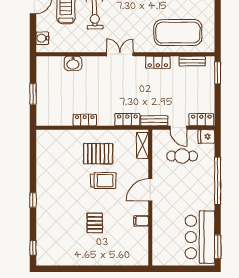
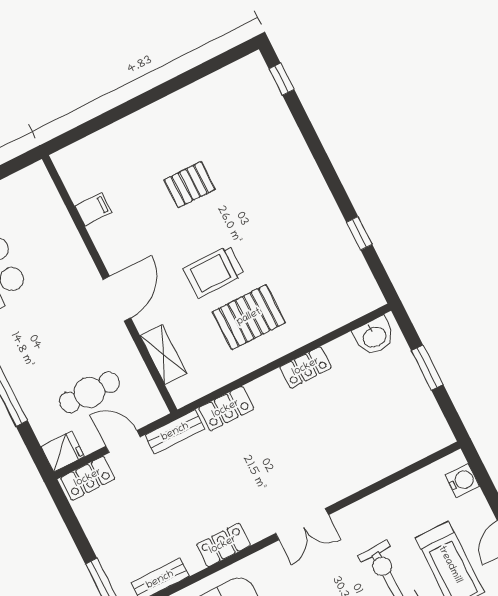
washbasin: (73, 63) -> (374, 336), moved, turned 180
shelving: (142, 145) -> (163, 354), moved
window: (33, 200) -> (359, 233), moved
filing cabinet: (141, 221) -> (93, 209), moved
pallet: (95, 223) -> (190, 185), turned 90

